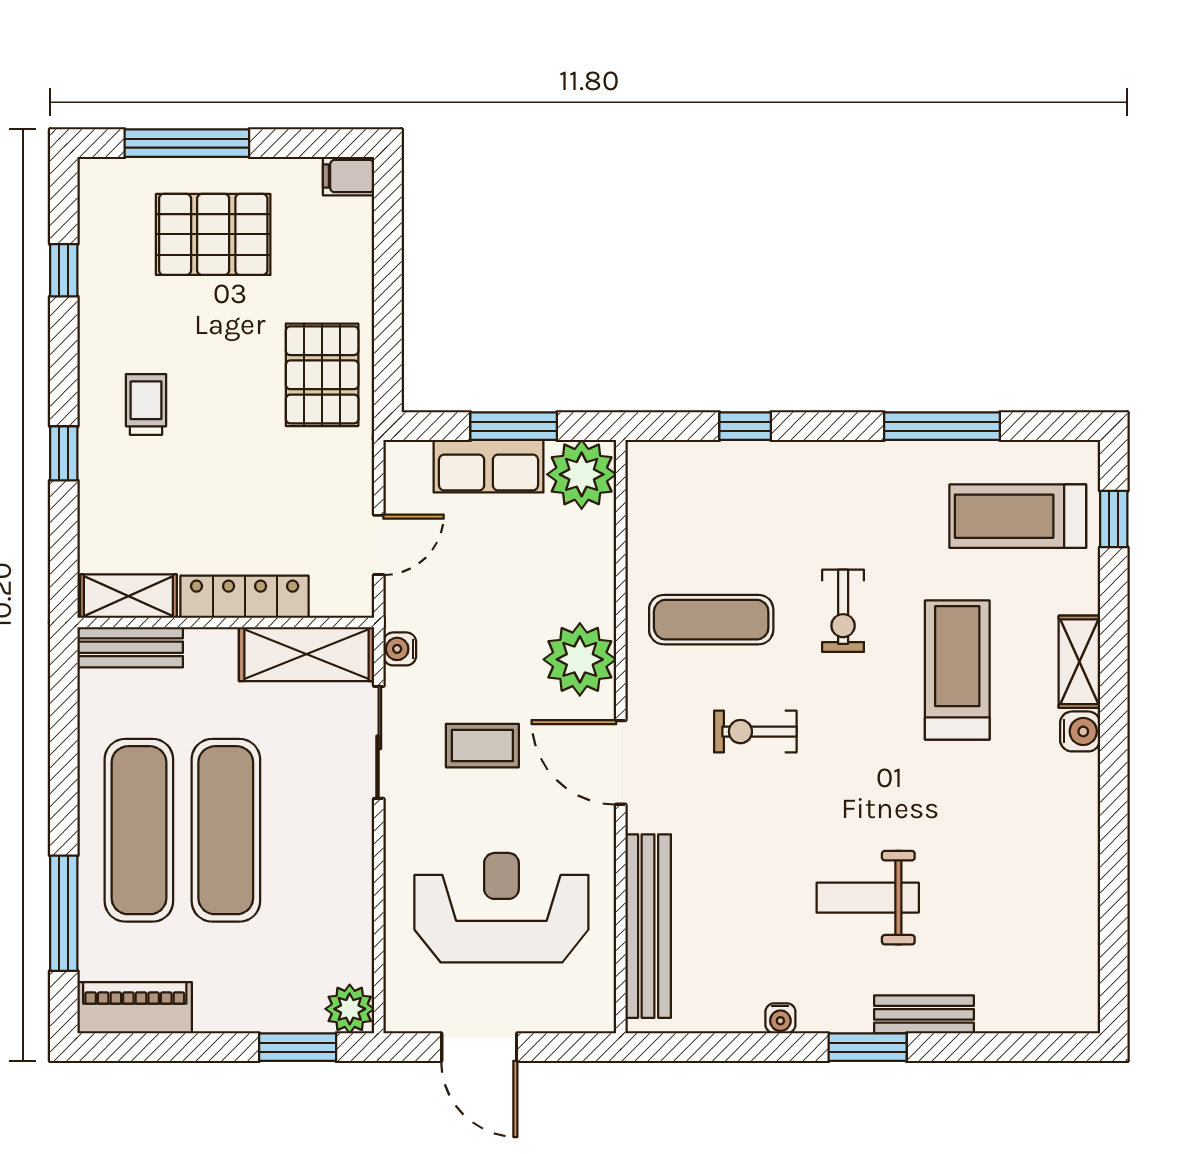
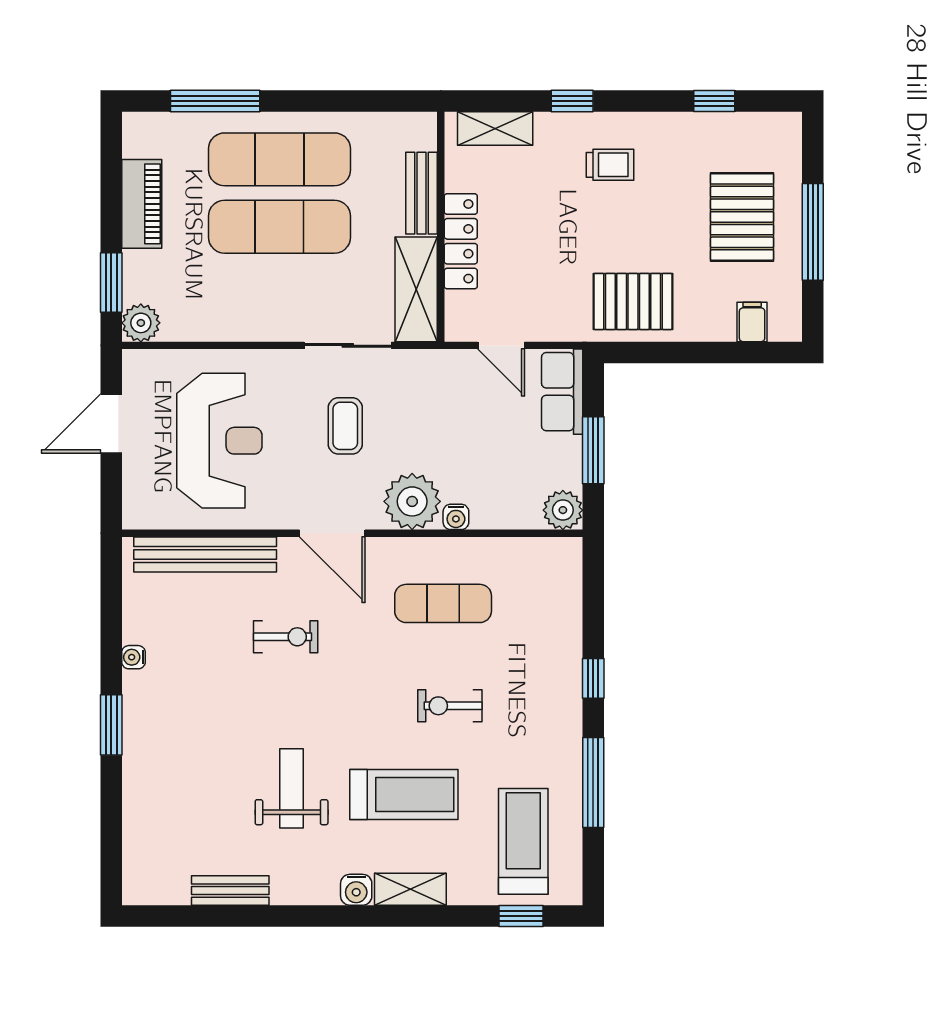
window: (187, 143) -> (813, 232), moved
filing cabinet: (348, 176) -> (752, 322), moved
window: (745, 426) -> (593, 678), moved
row of seats: (489, 466) -> (562, 392), moved
plant: (582, 474) -> (563, 510), width x0.73, depth x0.73
shelving: (128, 596) -> (495, 128), moved, turned 90
exercise mat: (711, 620) -> (443, 603), turned 90
bench: (130, 647) -> (422, 193), moved
water cooler: (400, 649) -> (456, 517), moved, turned 180
exercise bike: (755, 732) -> (286, 637), moved, turned 90
door: (621, 762) -> (332, 533), swing flipped
weight bench: (868, 898) -> (292, 788), moved
piano: (135, 1008) -> (142, 204), moved
bench: (924, 1014) -> (230, 891), moved, turned 90

